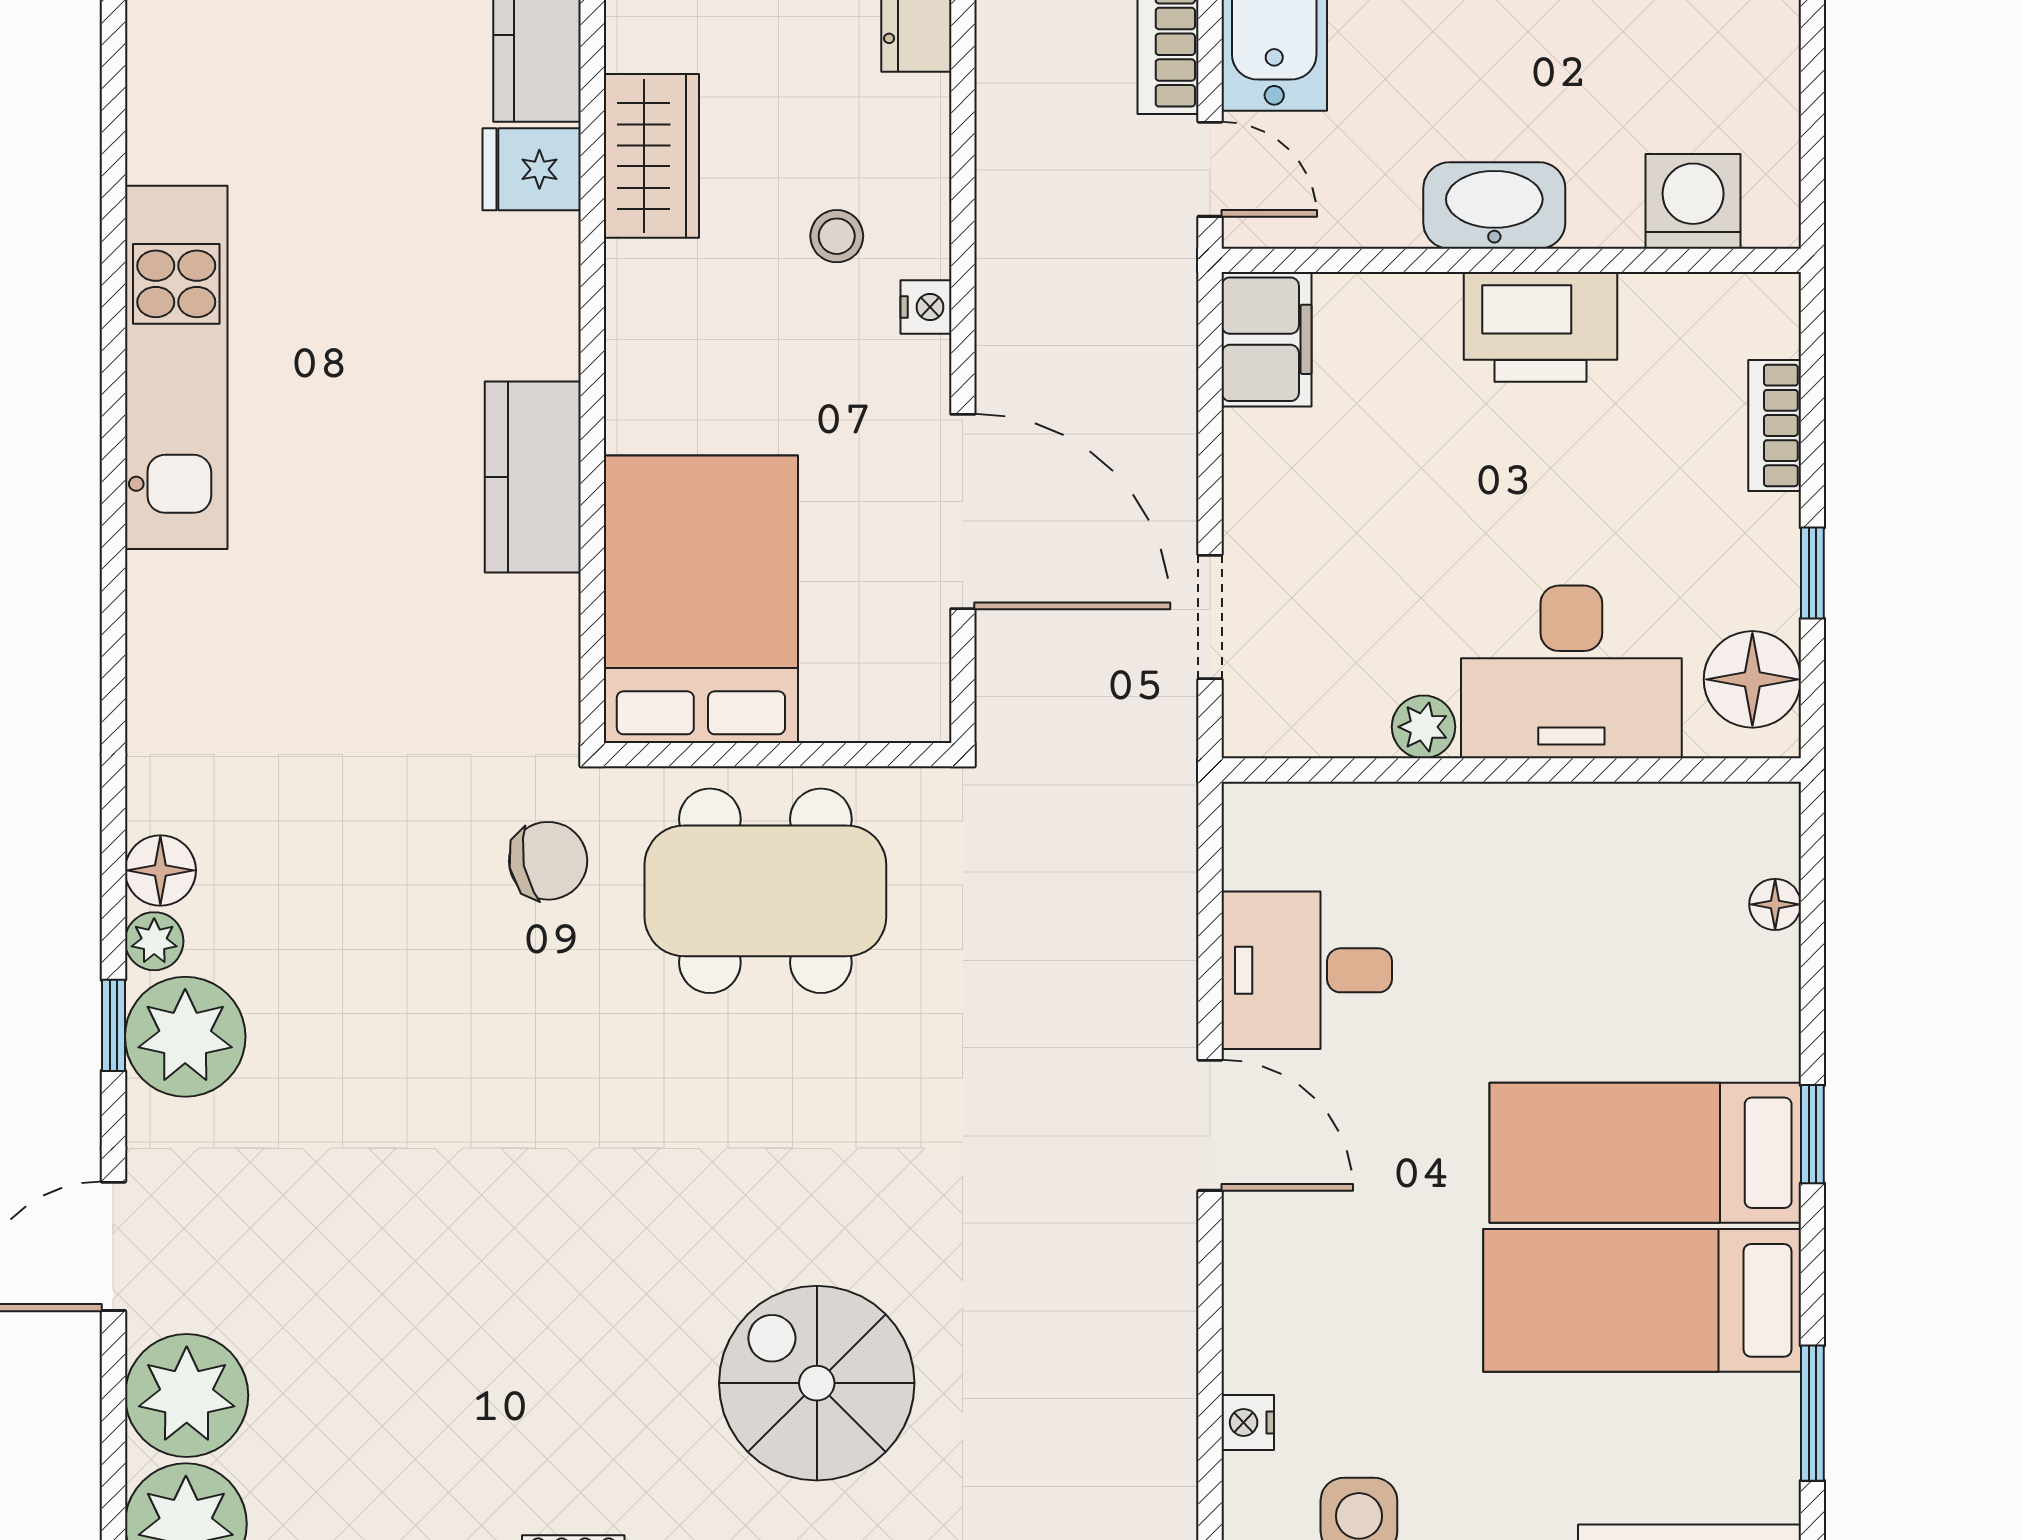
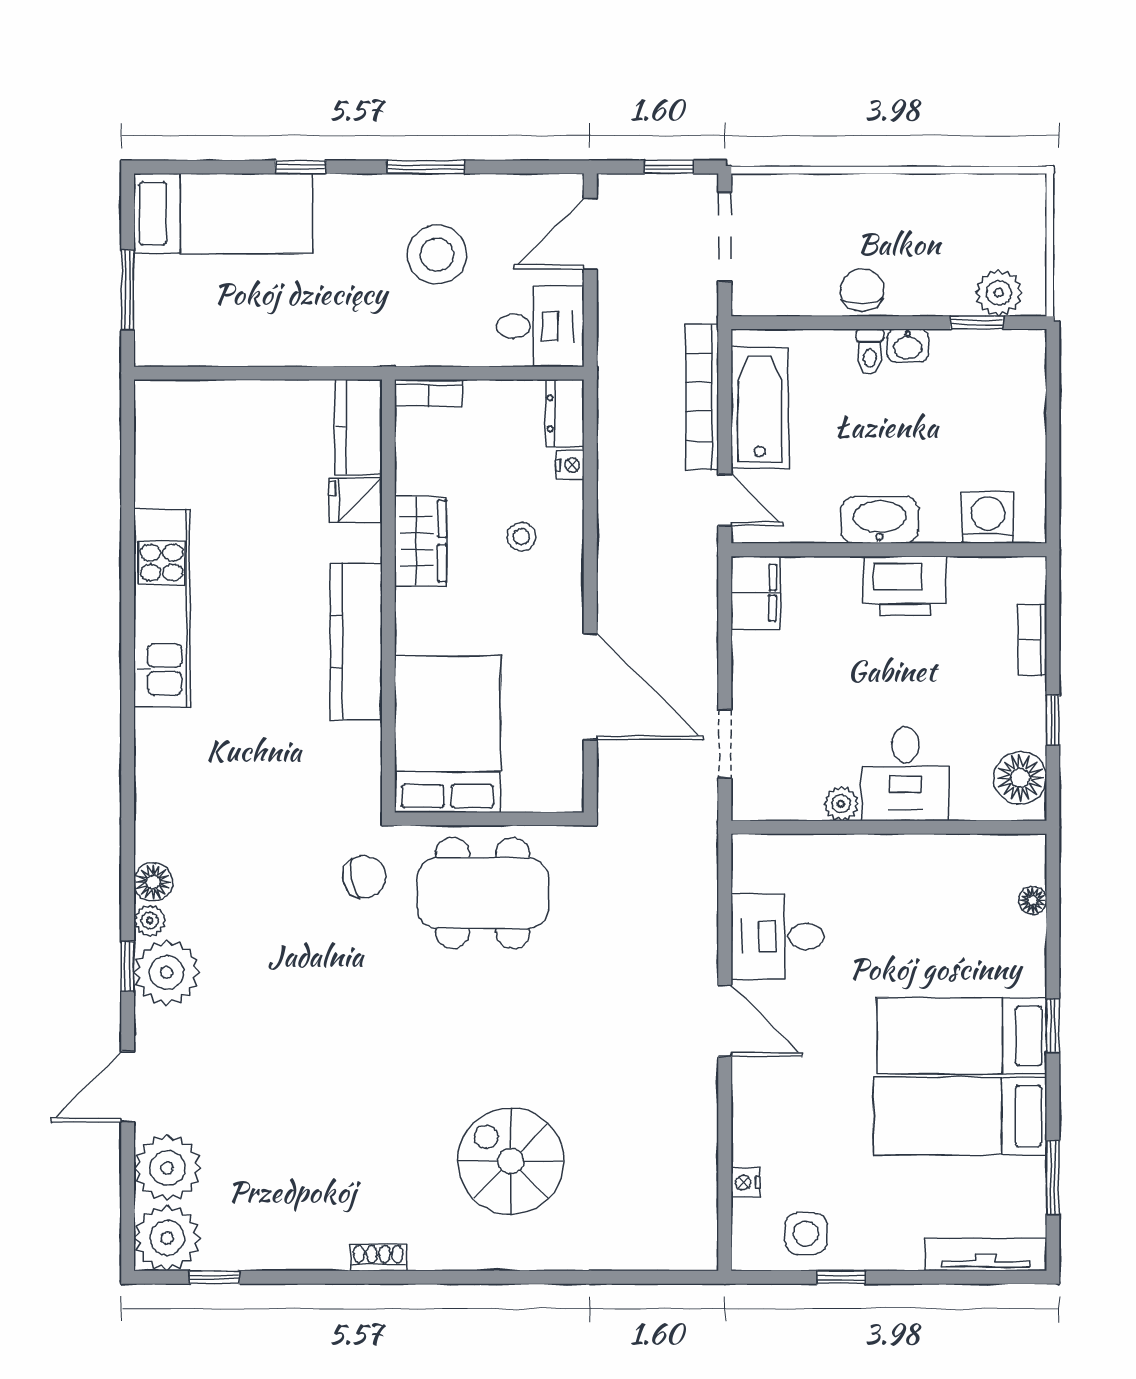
wardrobe: (651, 156) -> (421, 541), moved
nightstand: (926, 307) -> (570, 465), moved
kitchen counter: (533, 477) -> (356, 642), width x1.50
desk: (1571, 672) -> (905, 774), width x0.73

